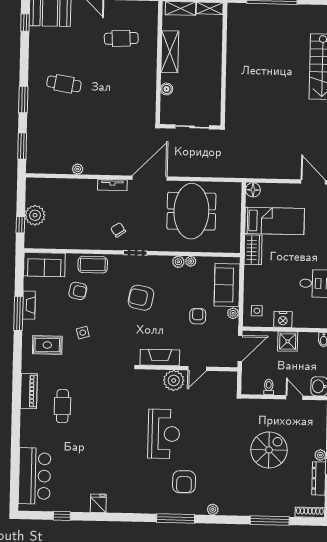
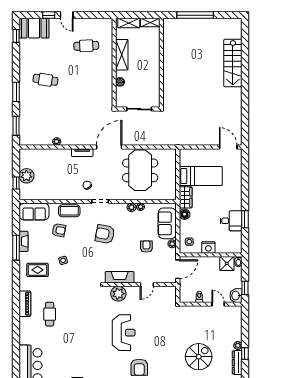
floor lamp: (253, 190) -> (185, 214), moved
shower: (288, 341) -> (227, 263), moved
plant: (174, 380) -> (118, 294), moved
spiral stairs: (269, 450) -> (199, 357), moved

